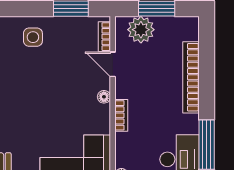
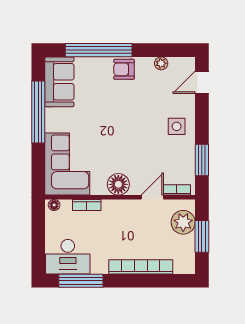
floor lamp: (104, 97) -> (118, 184), width x1.89, depth x1.89
bookcase: (121, 115) -> (87, 205), moved

